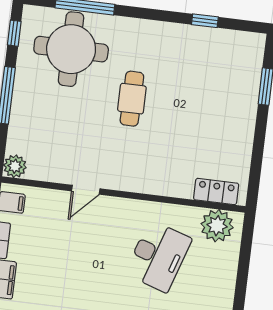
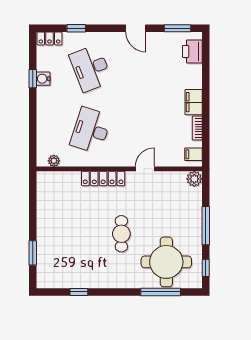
locker: (216, 191) -> (103, 178), moved, width x1.53
plant: (217, 226) -> (54, 161), width x0.53, depth x0.53

